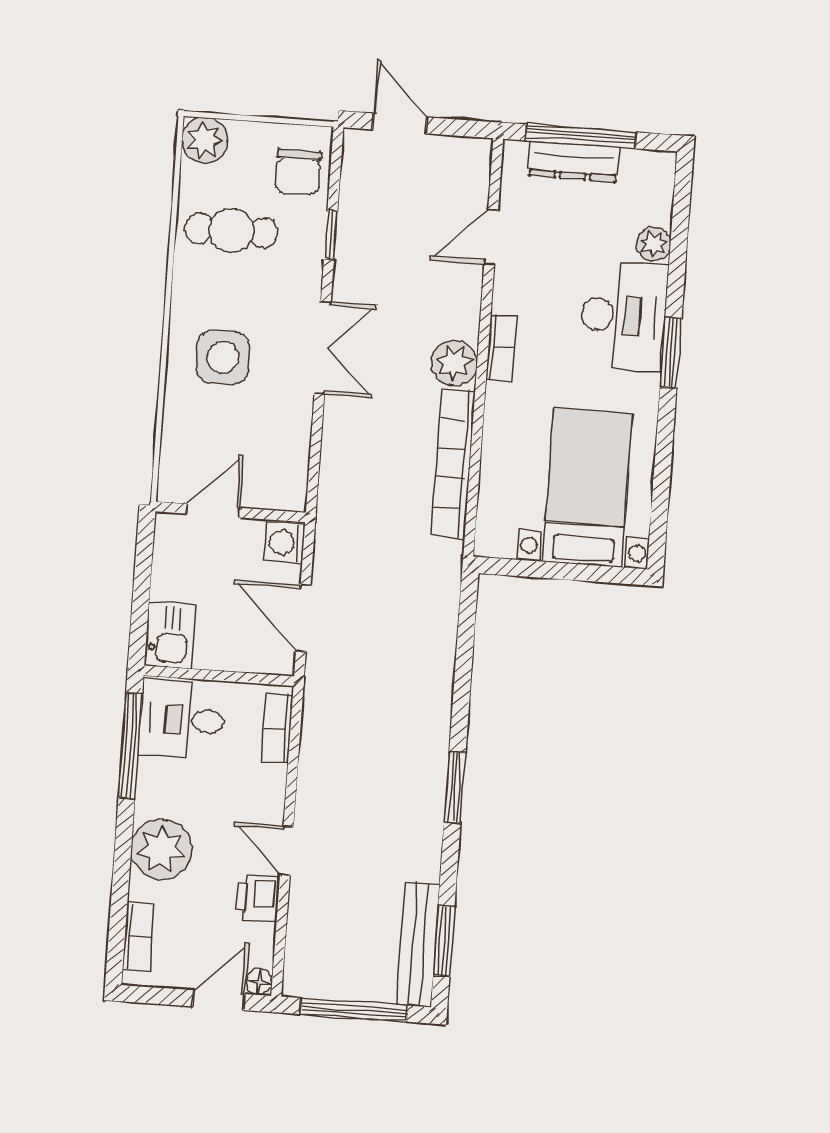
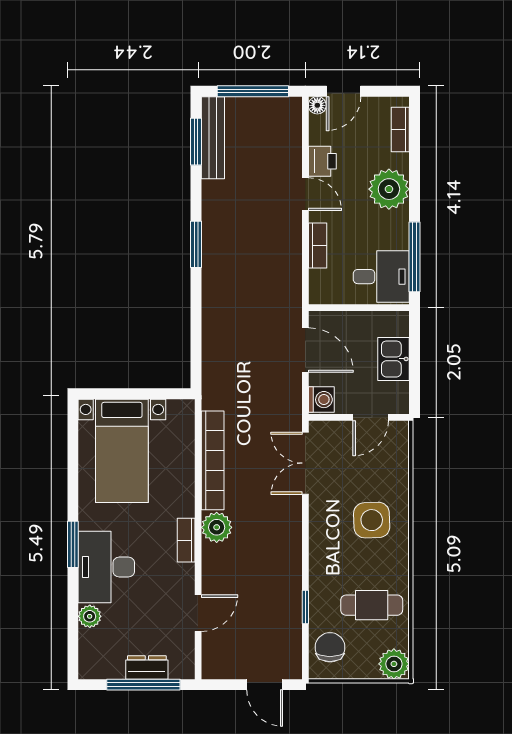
dresser: (573, 162) -> (147, 667), width x0.70
double door: (323, 348) -> (305, 463), moved
kitchen sink: (170, 635) -> (394, 359), moved
bookcase: (277, 728) -> (318, 246), moved

